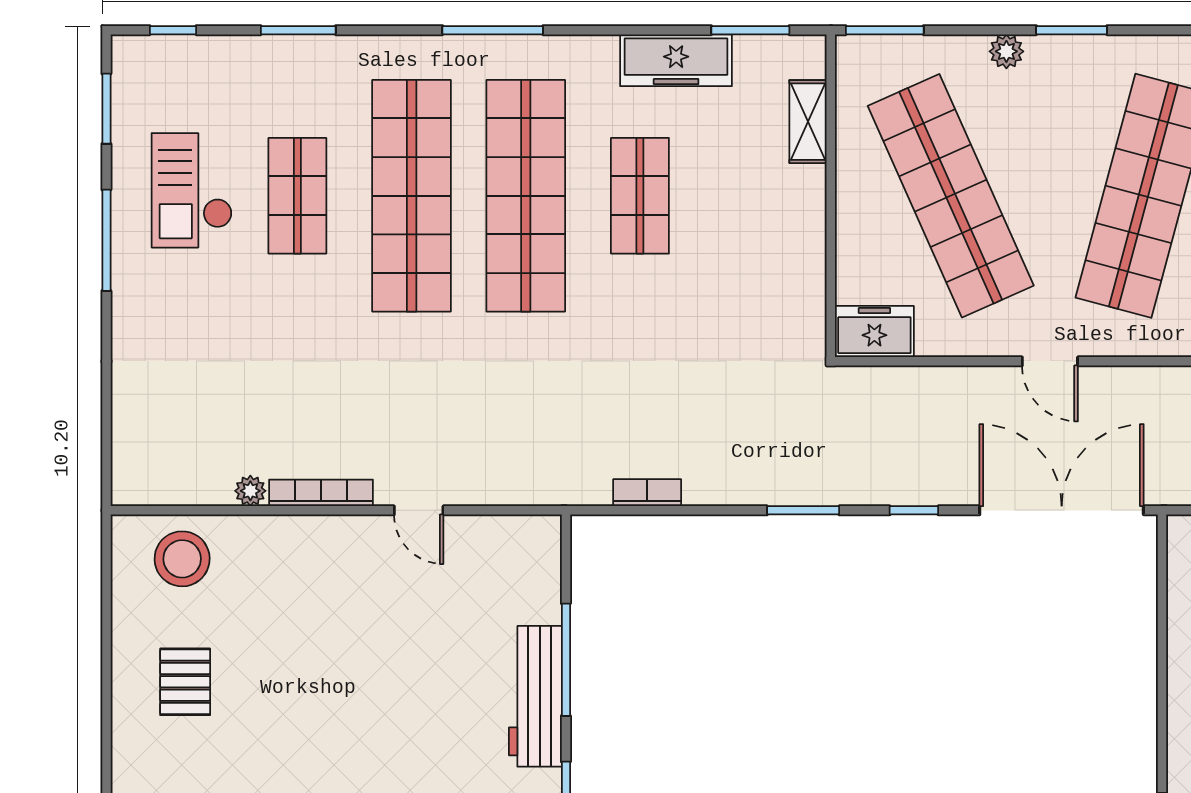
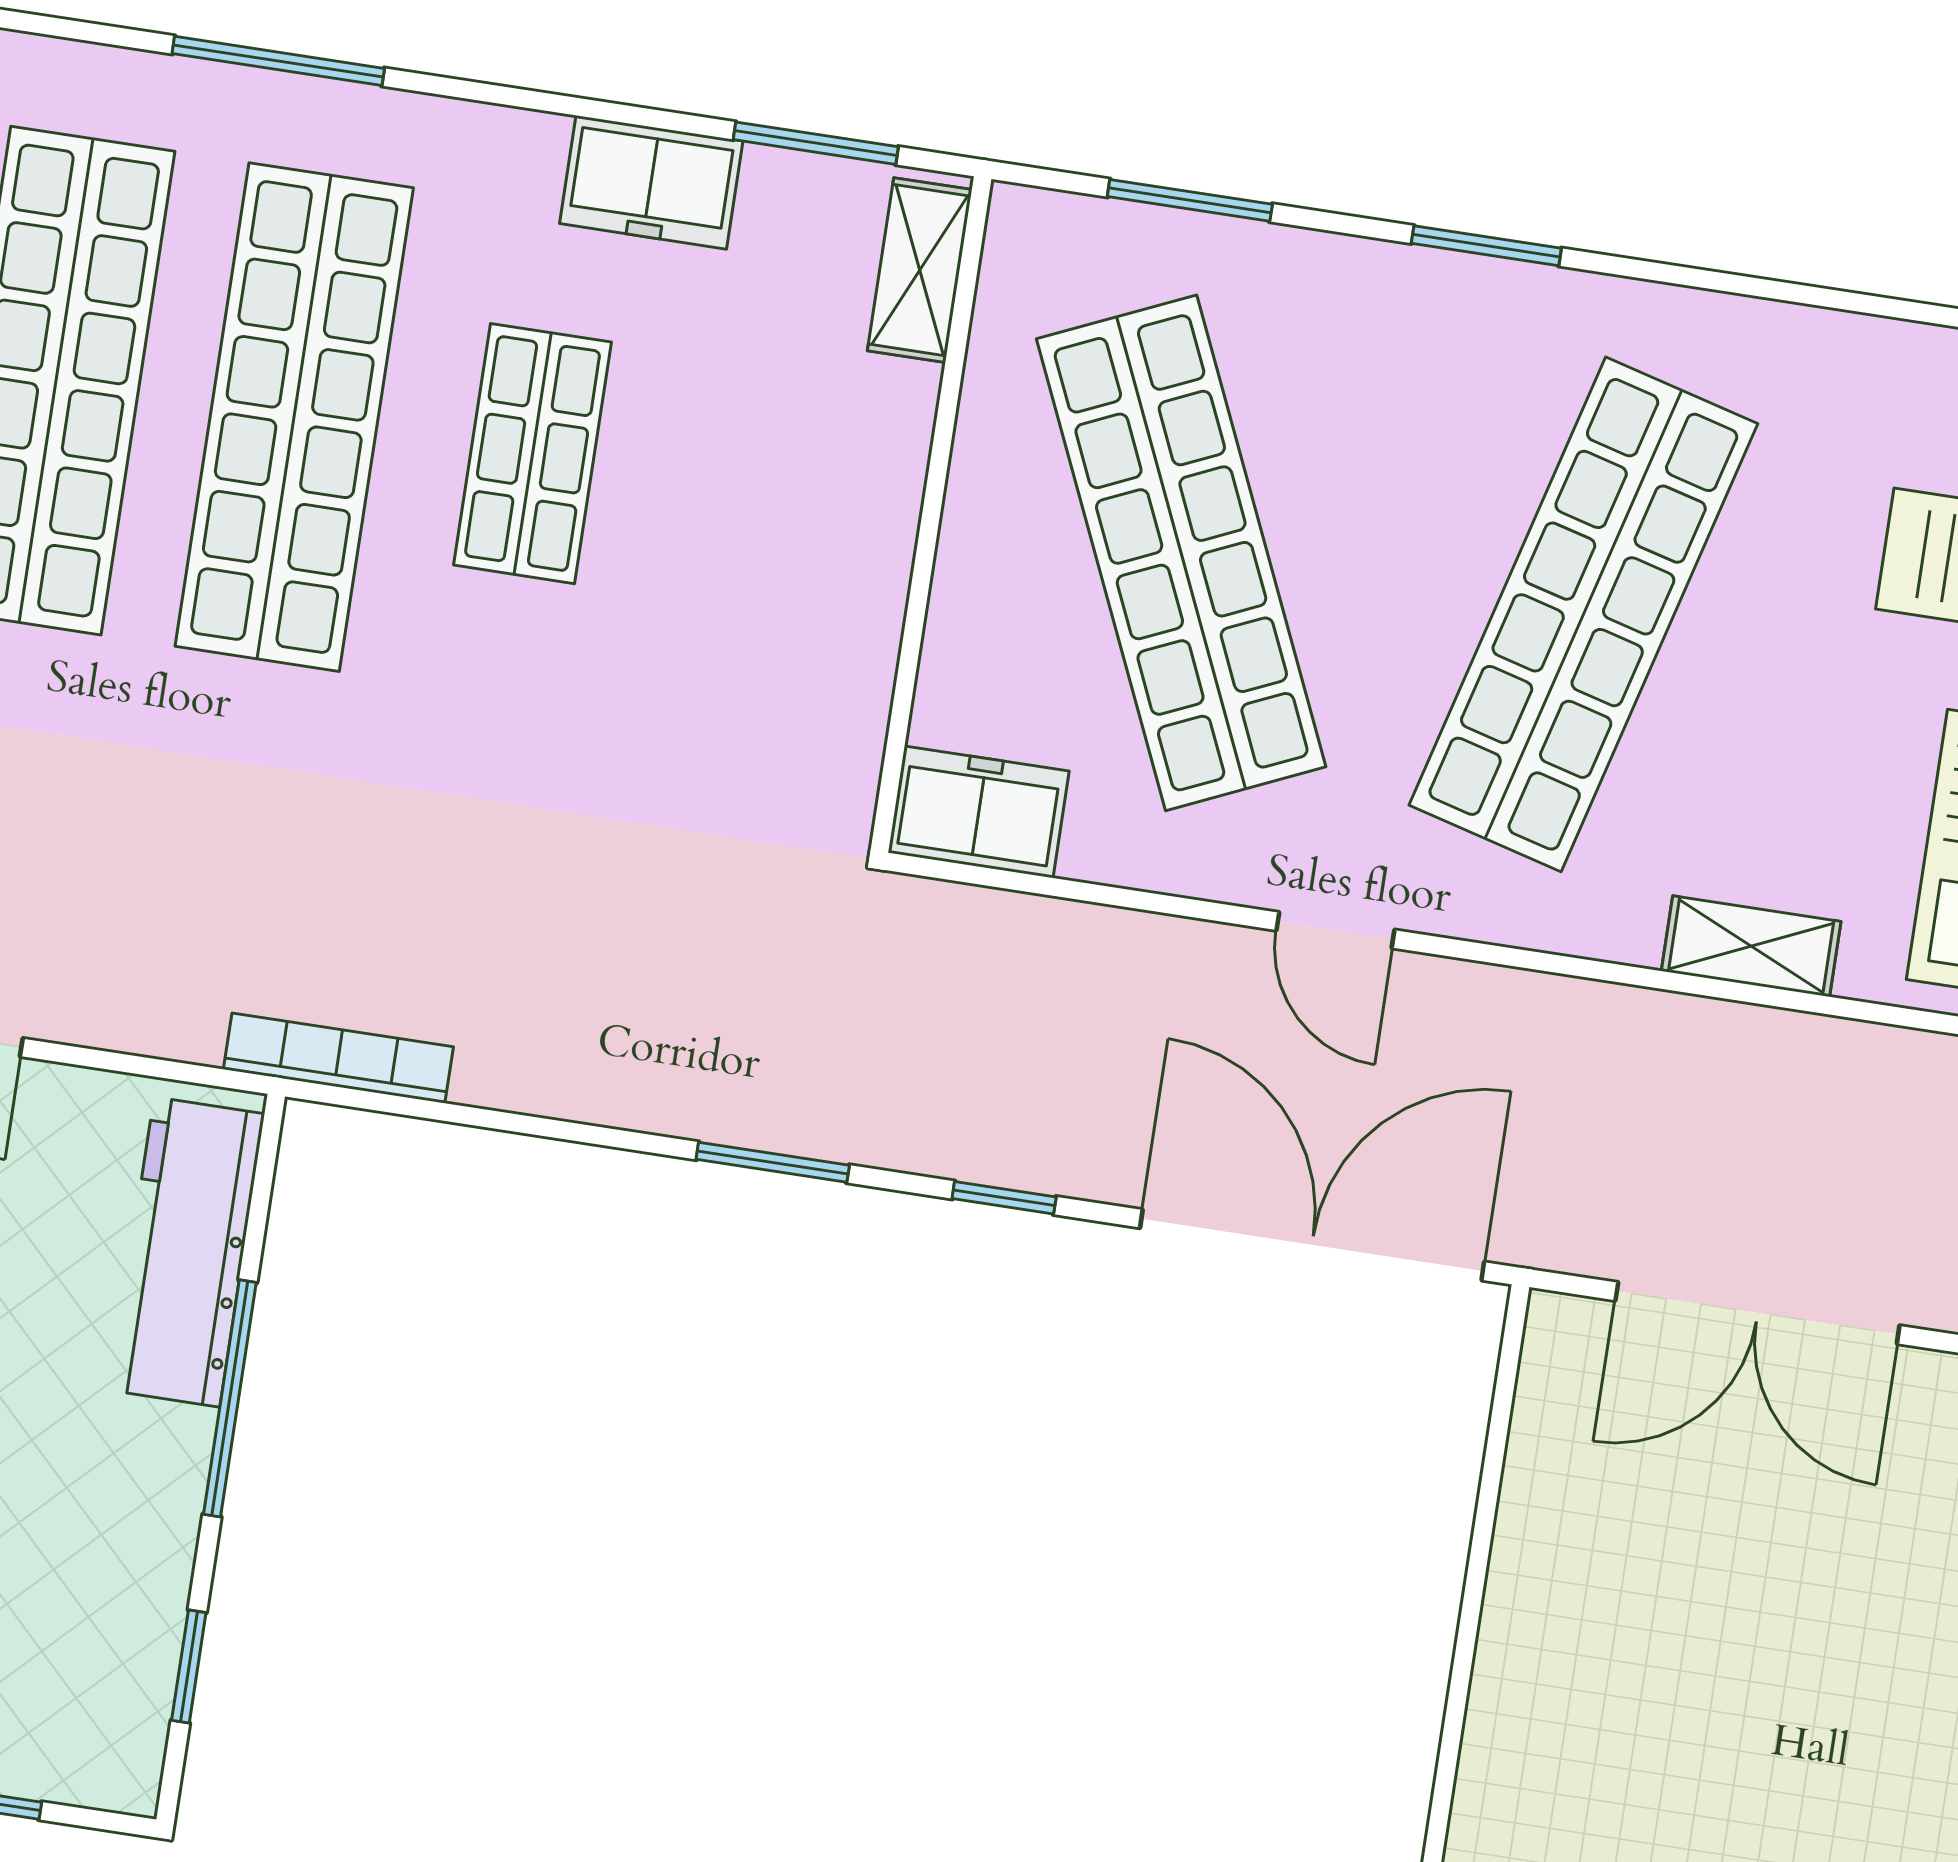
window: (885, 30) -> (1190, 200), moved
plant: (1006, 51) -> (1344, 269), removed
freezer: (676, 60) -> (651, 182), width x0.71
shelving: (808, 122) -> (920, 270), moved
bookcase: (647, 493) -> (338, 1058), moved, width x1.56
workbench: (535, 696) -> (187, 1252), moved

